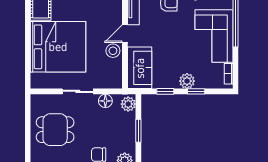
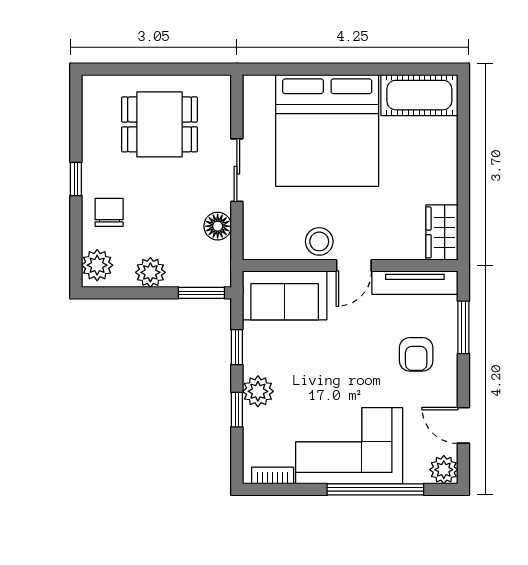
door: (125, 34) -> (354, 266), swing flipped
plant: (128, 104) -> (150, 272), moved
dining table: (55, 130) -> (160, 124), turned 90
window: (138, 131) -> (201, 293), moved

